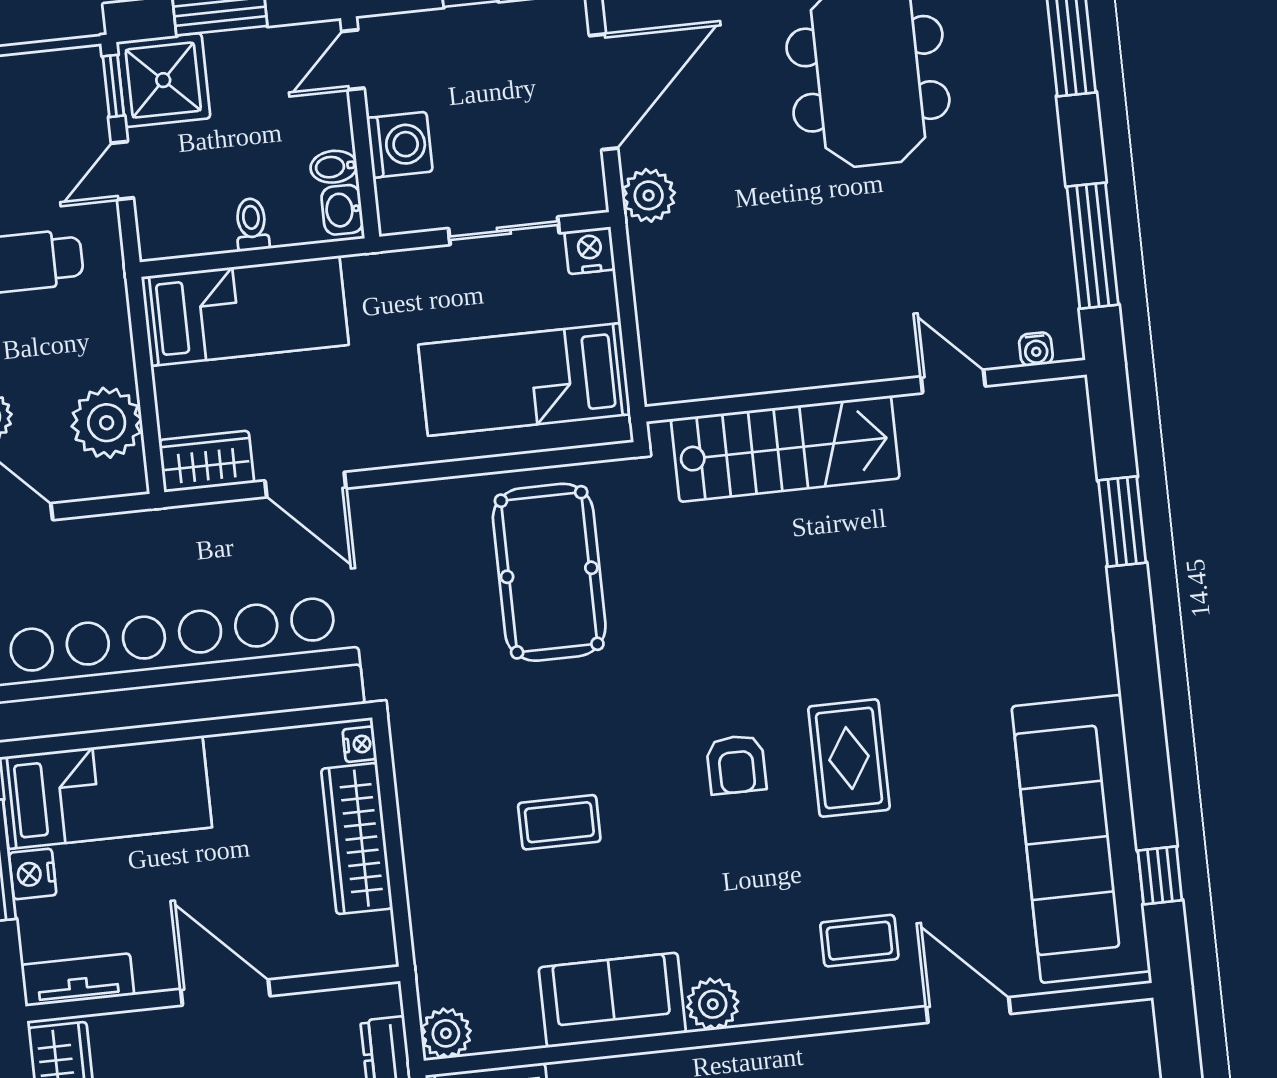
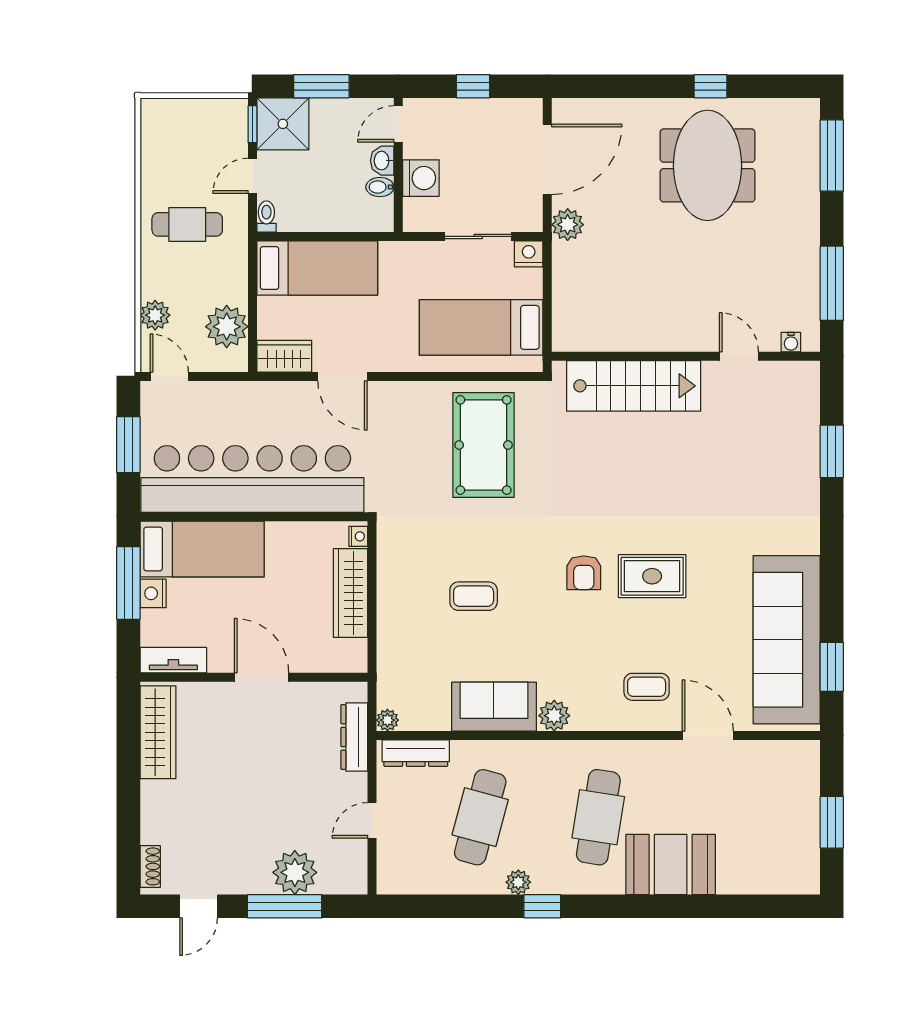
washbasin: (342, 210) -> (382, 161), moved
toilet: (252, 224) -> (266, 216), moved
rug: (849, 758) -> (652, 576), turned 90
window: (1160, 875) -> (832, 667), width x1.50
plant: (446, 1033) -> (387, 720), width x0.73, depth x0.73

